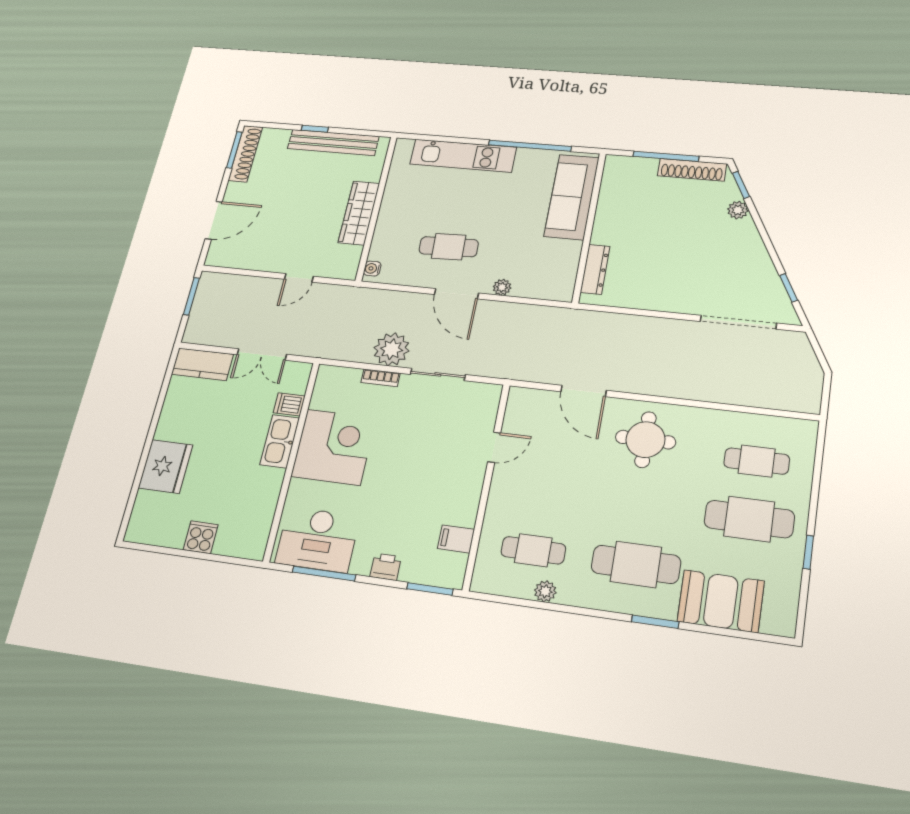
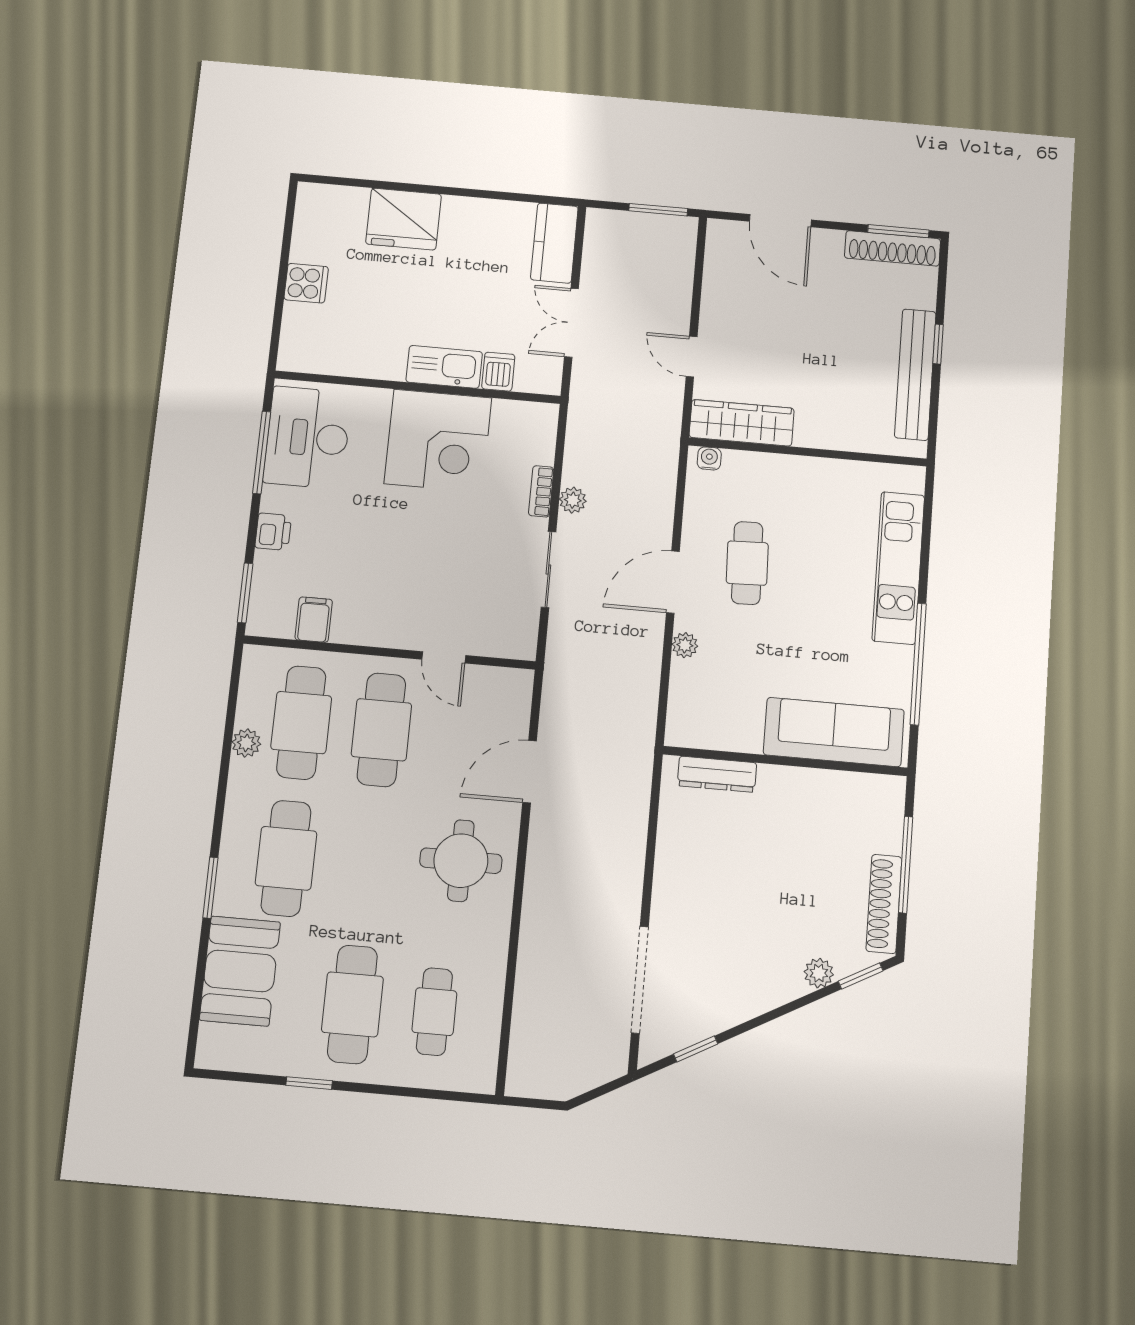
wardrobe: (359, 213) -> (742, 423), moved
plant: (392, 349) -> (573, 500), width x0.53, depth x0.53
cafe table: (544, 493) -> (381, 730), added
cafe table: (533, 550) -> (301, 723), width x1.37, depth x1.35

